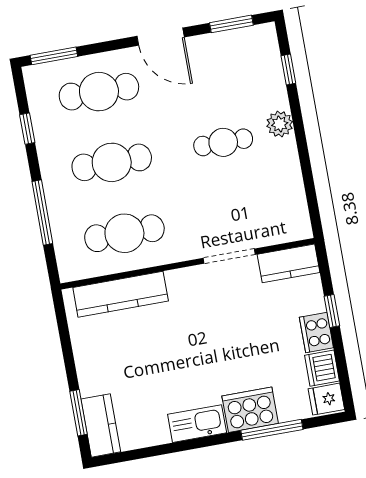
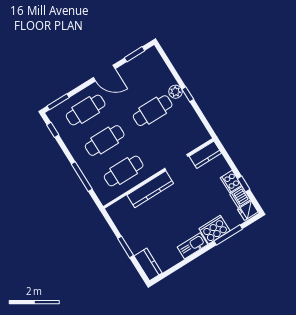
window: (288, 70) -> (188, 94), moved
window: (27, 129) -> (53, 130), moved
cafe table: (223, 142) -> (153, 111), width x1.37, depth x1.35
kitchen counter: (121, 294) -> (150, 189), moved
window: (332, 311) -> (244, 184), moved
window: (78, 413) -> (126, 247), moved

